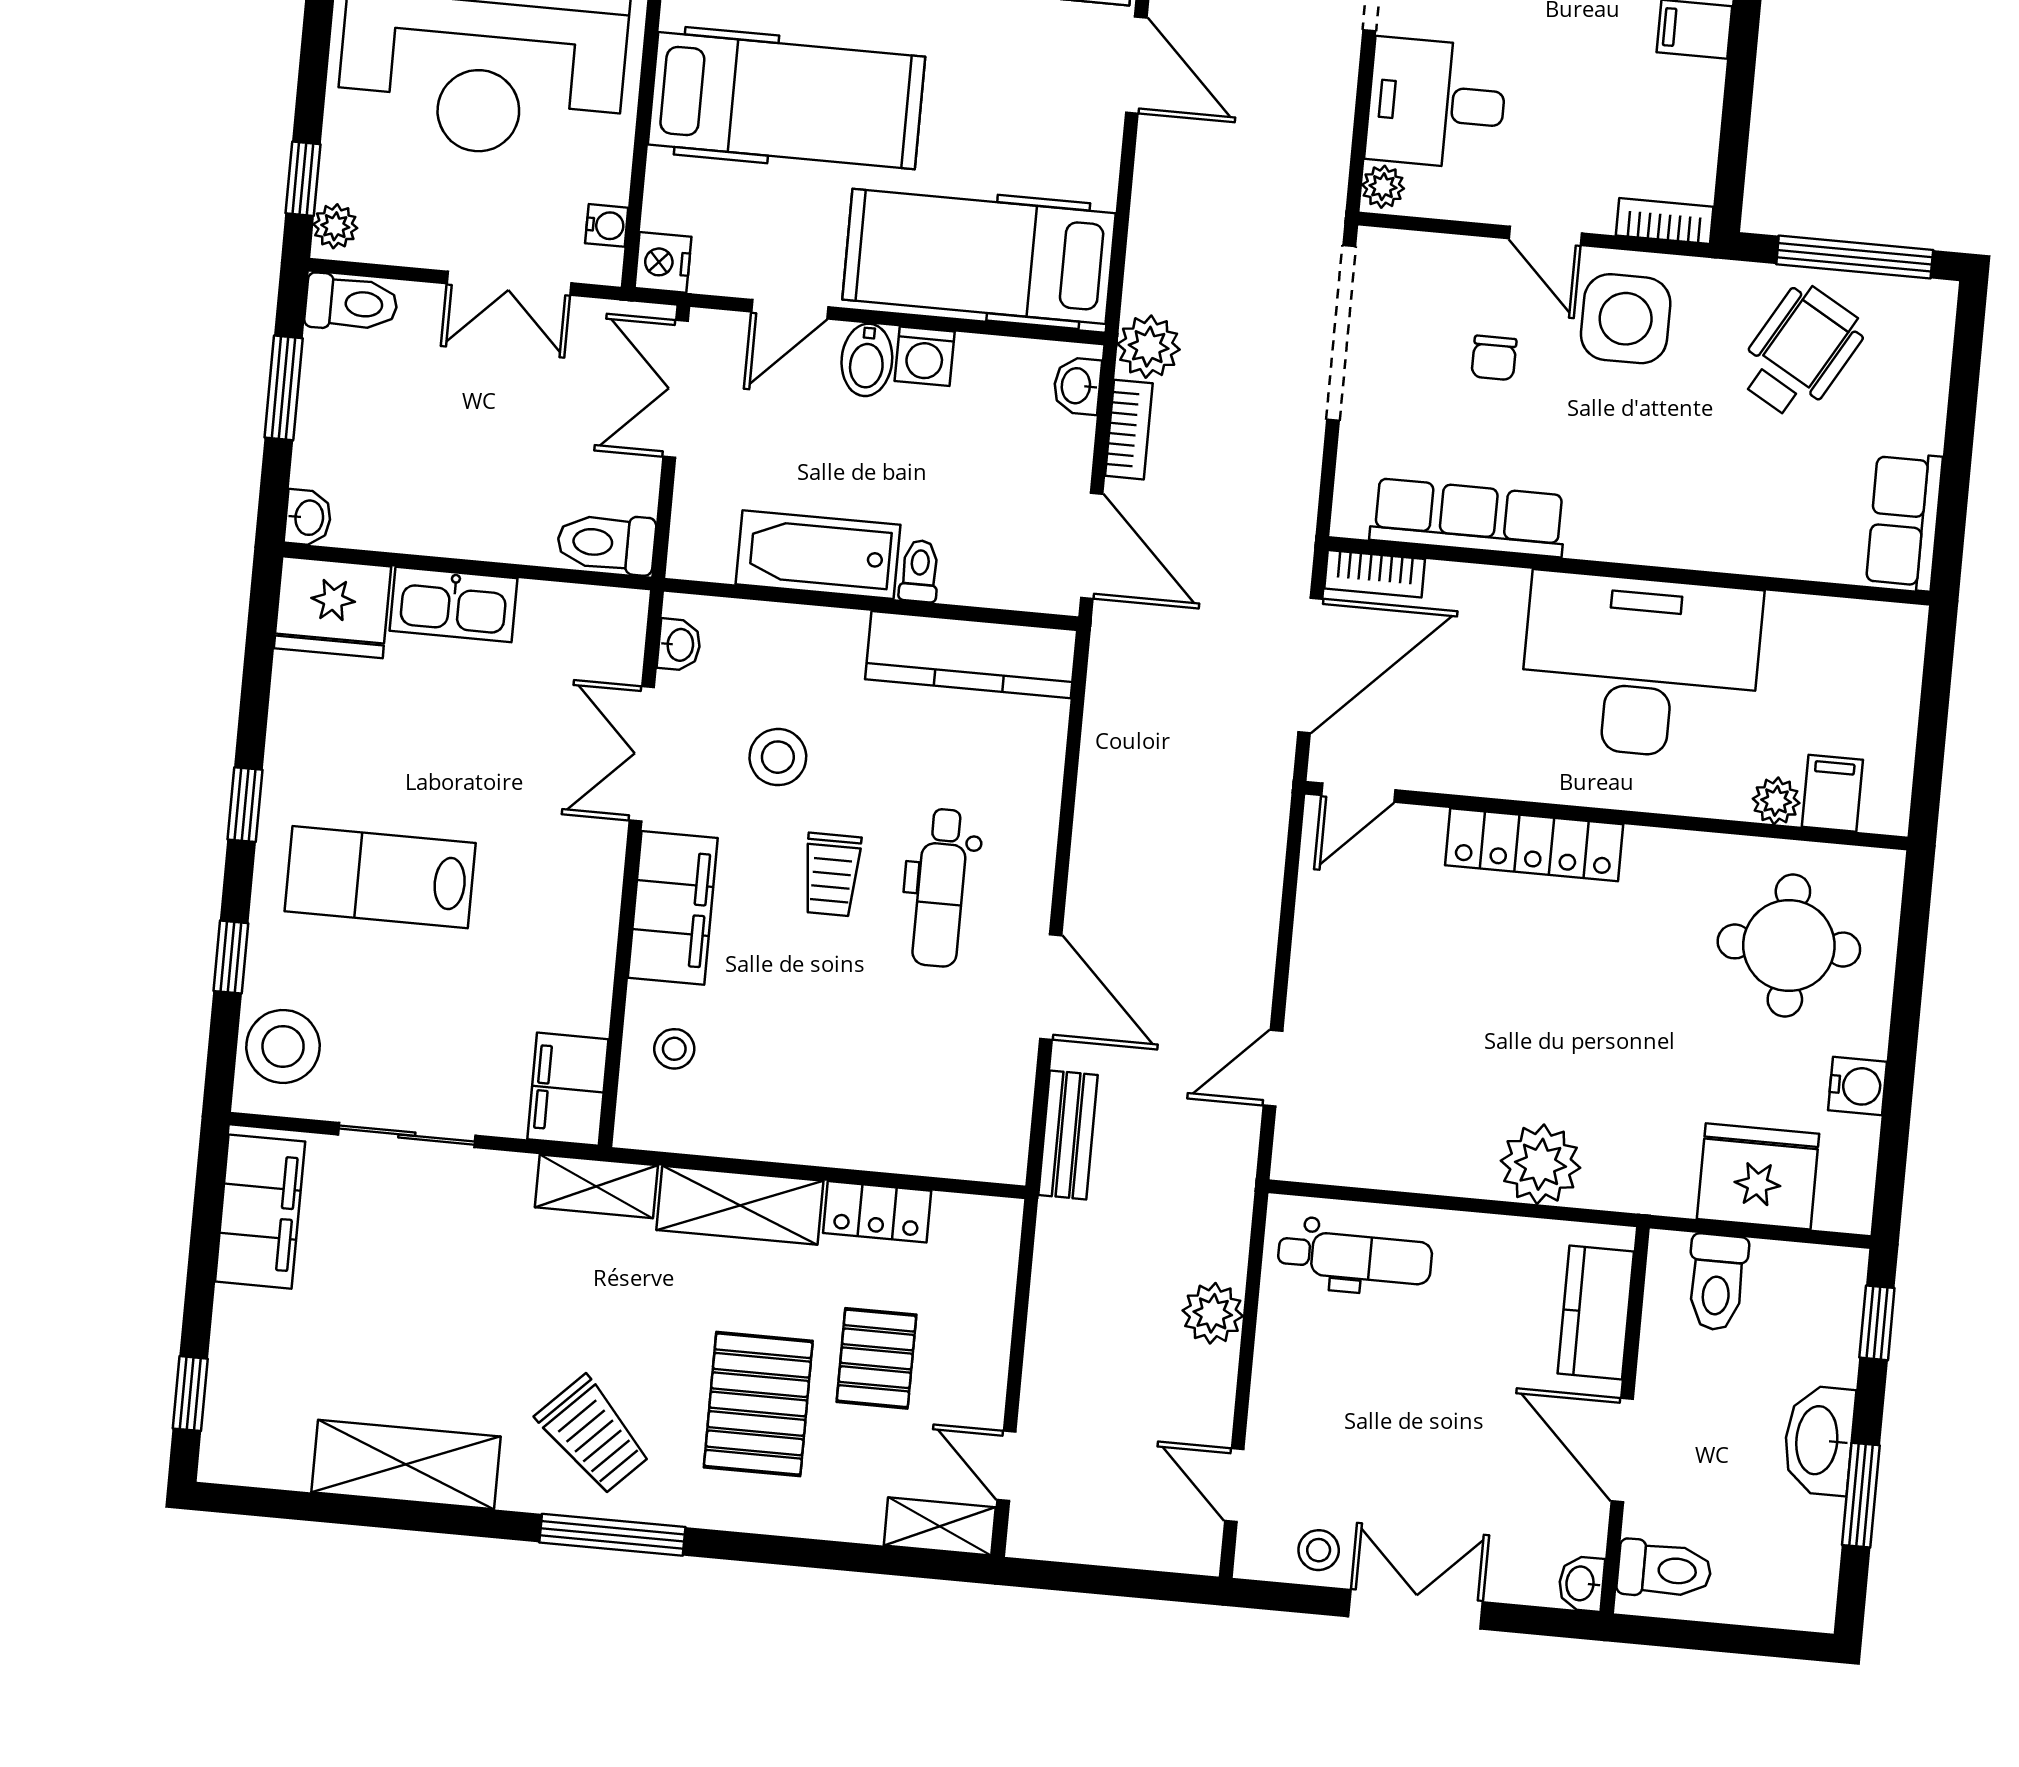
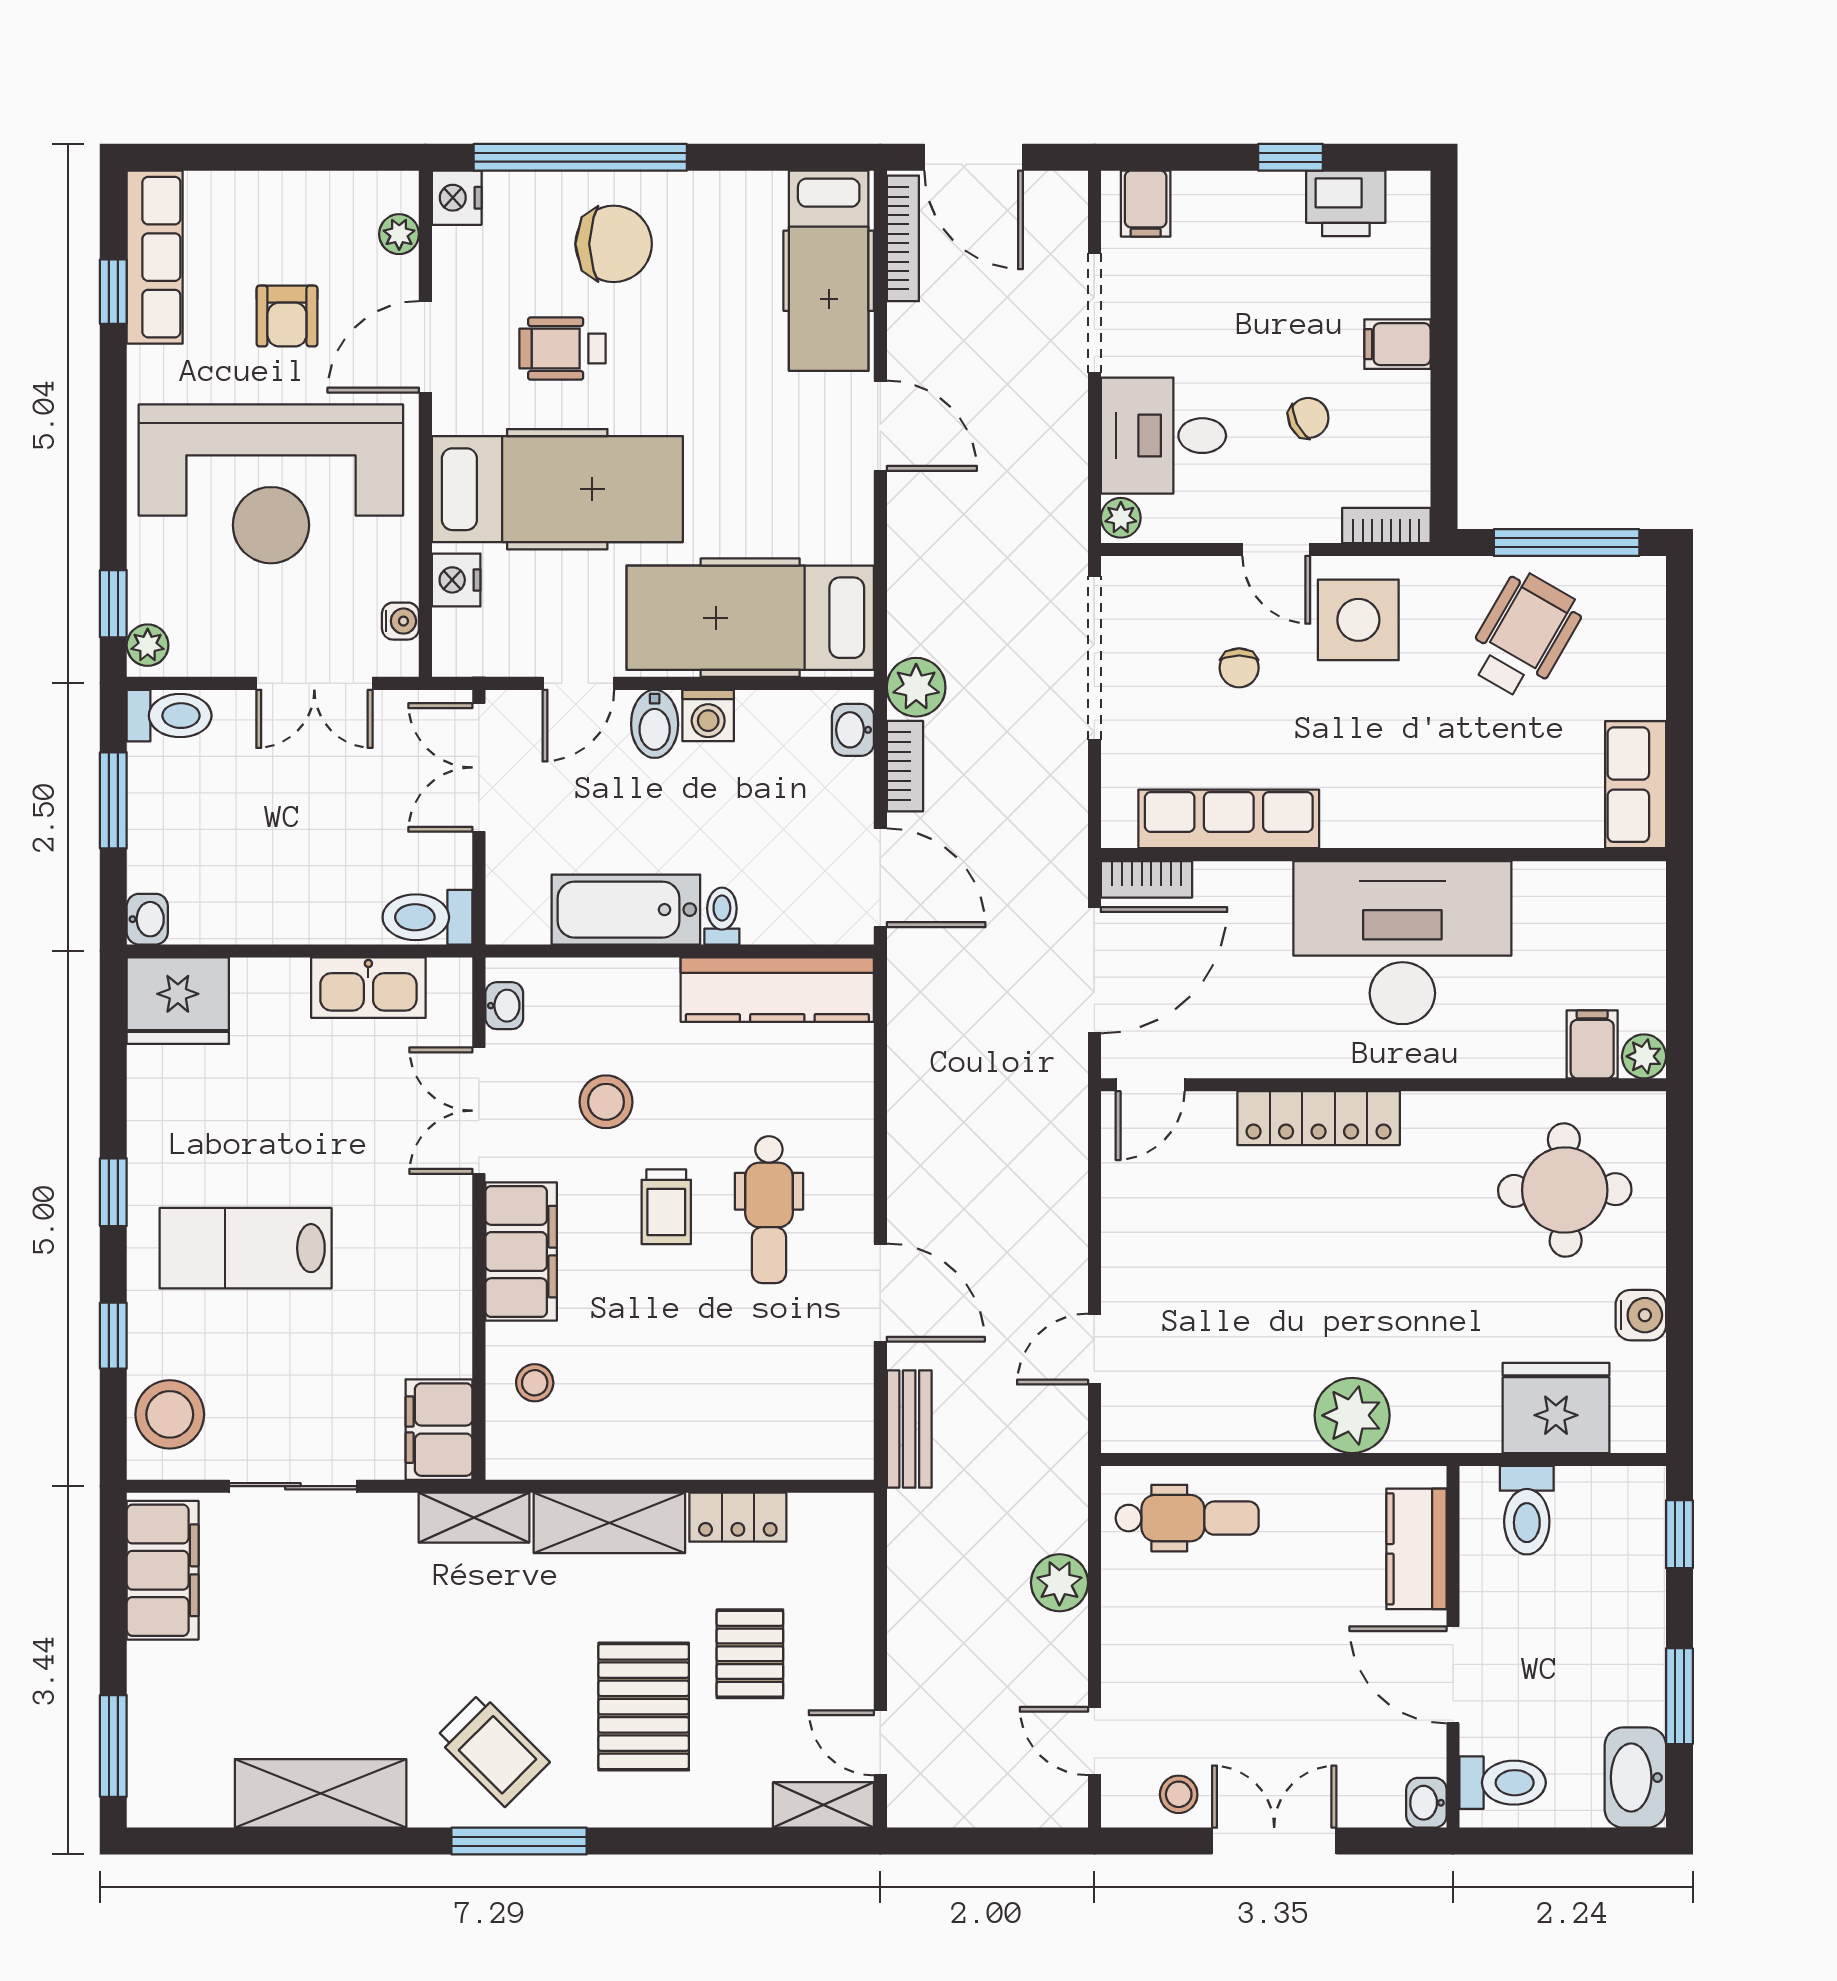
chair: (1592, 99) -> (1308, 418), added
nightstand: (663, 262) -> (456, 580), moved
kitchen sink: (454, 604) -> (368, 988), moved
plant: (1776, 801) -> (1644, 1056), moved
window: (190, 1394) -> (113, 1746), width x1.50
washbasin: (1819, 1440) -> (1635, 1778), moved

